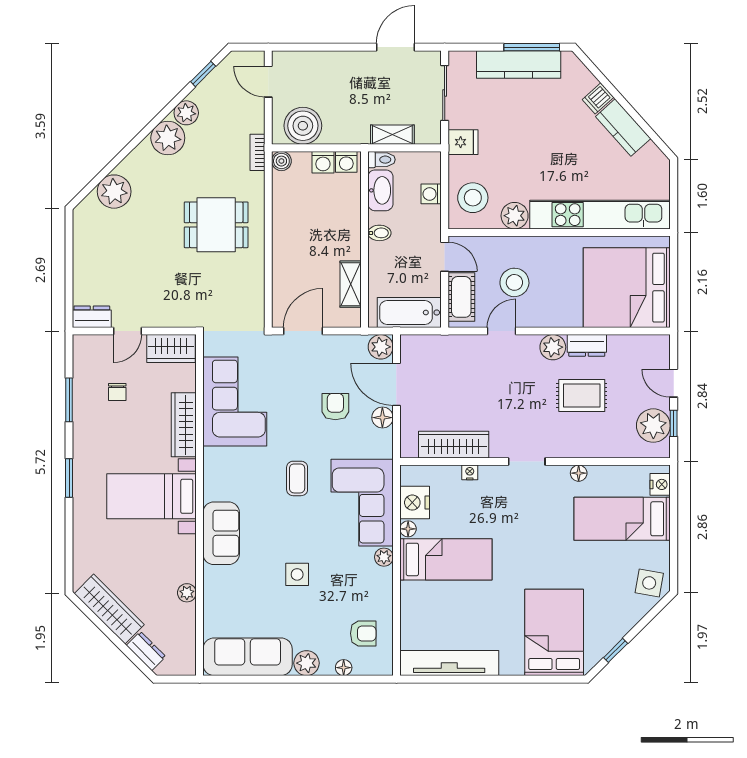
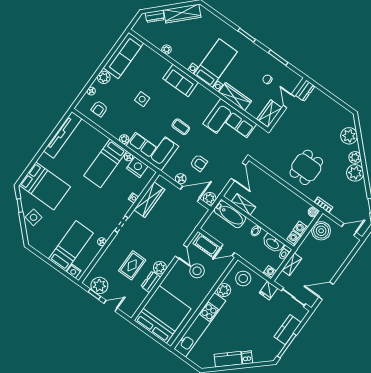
door: (395, 47) -> (326, 291), swing flipped
kitchen counter: (519, 64) -> (288, 330), width x0.67
plant: (186, 113) -> (355, 157), moved
washing machine: (431, 194) -> (270, 272), moved
bathtub: (409, 313) -> (230, 214), moved, turned 90
side table: (649, 583) -> (34, 217), moved

